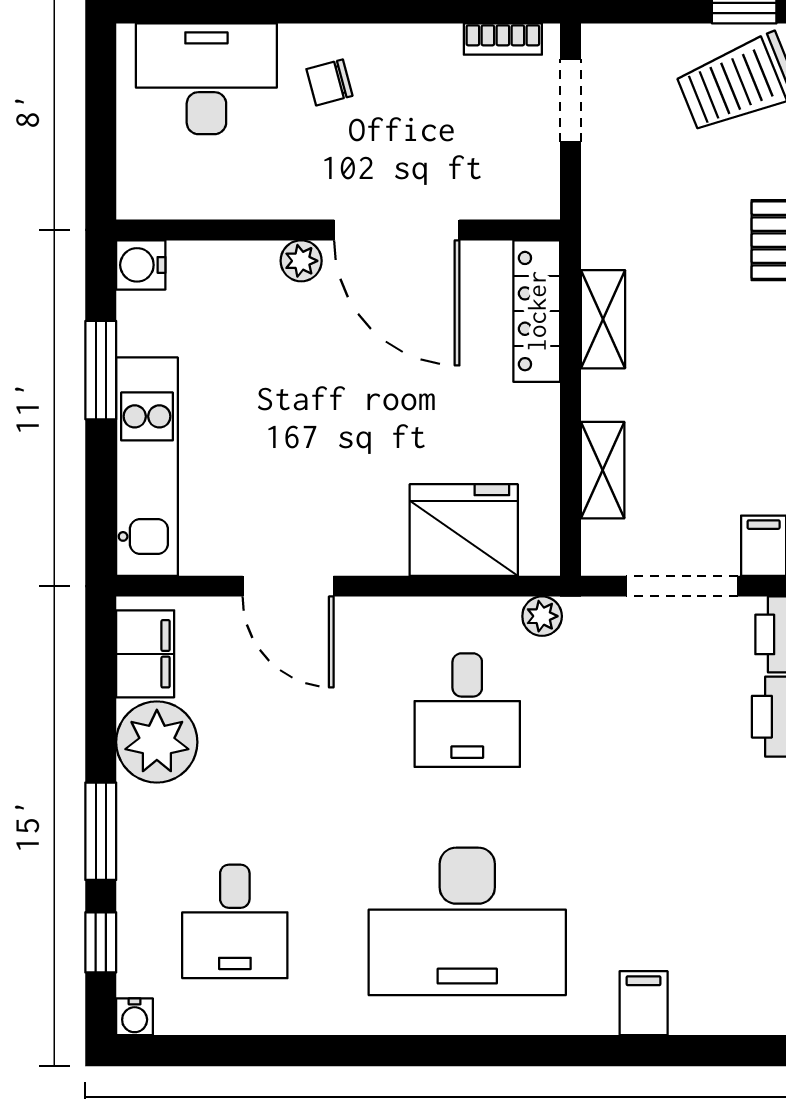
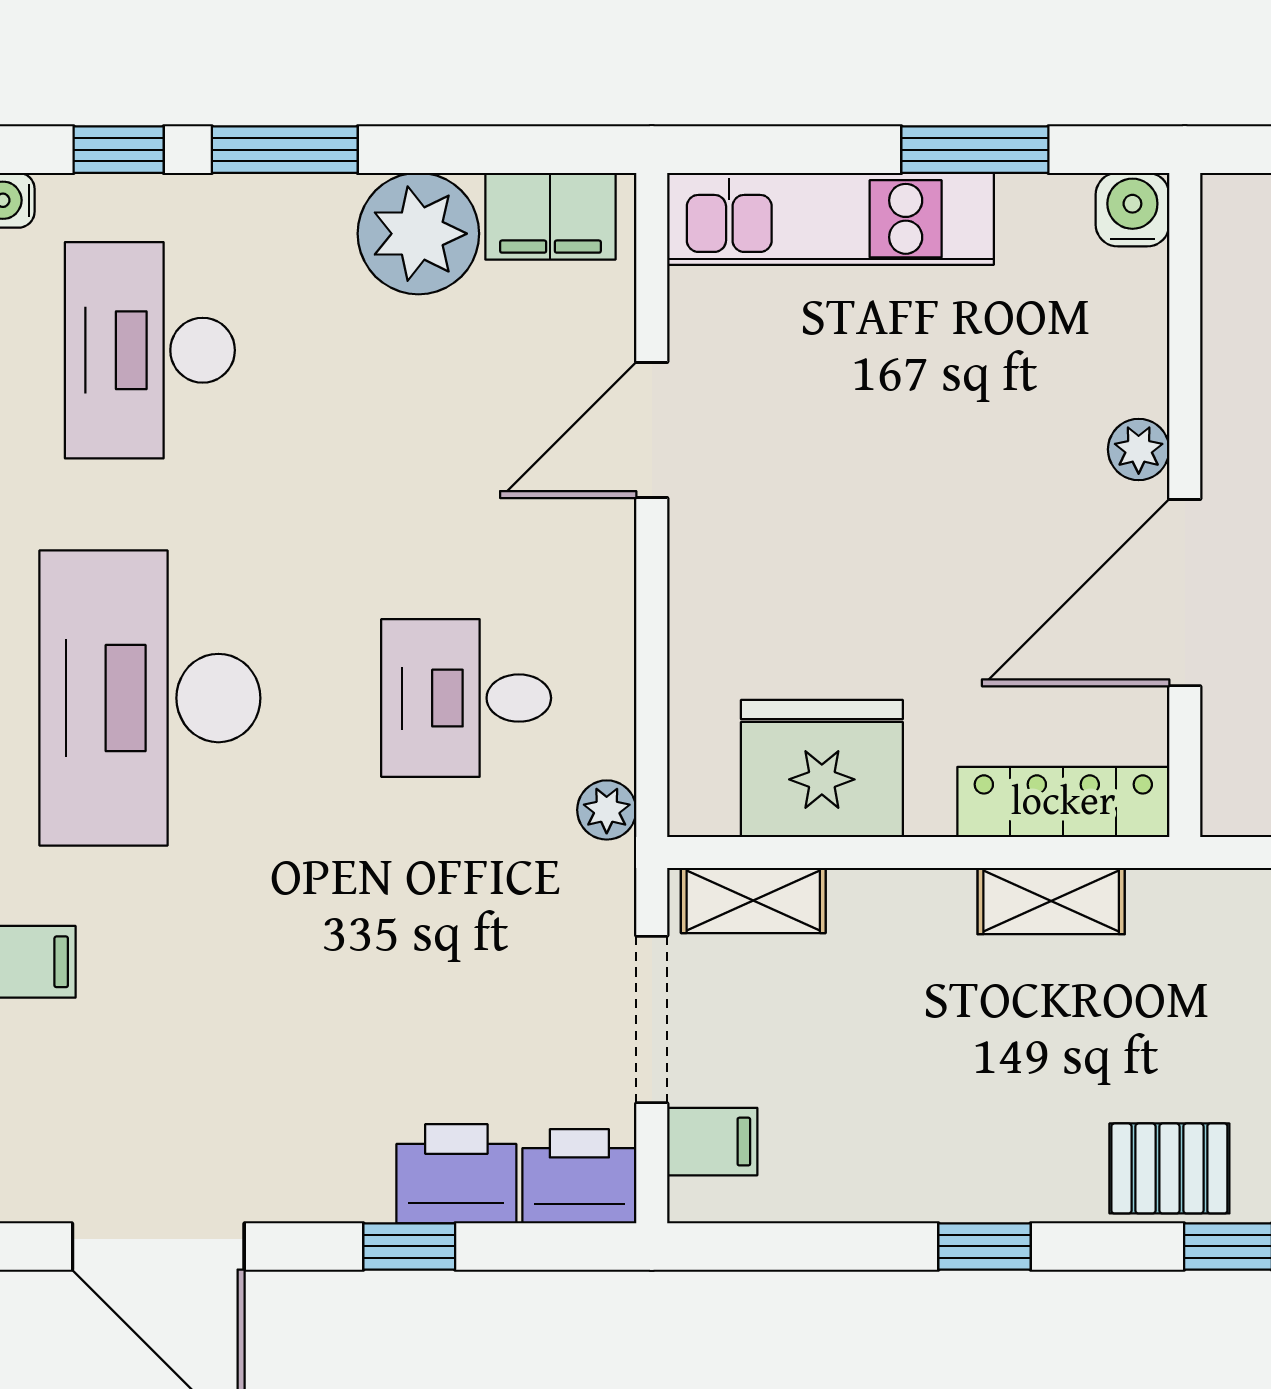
shelving: (603, 470) -> (753, 901), moved
fridge: (464, 530) -> (822, 769), moved, turned -90
desk: (235, 921) -> (150, 350), width x1.37

